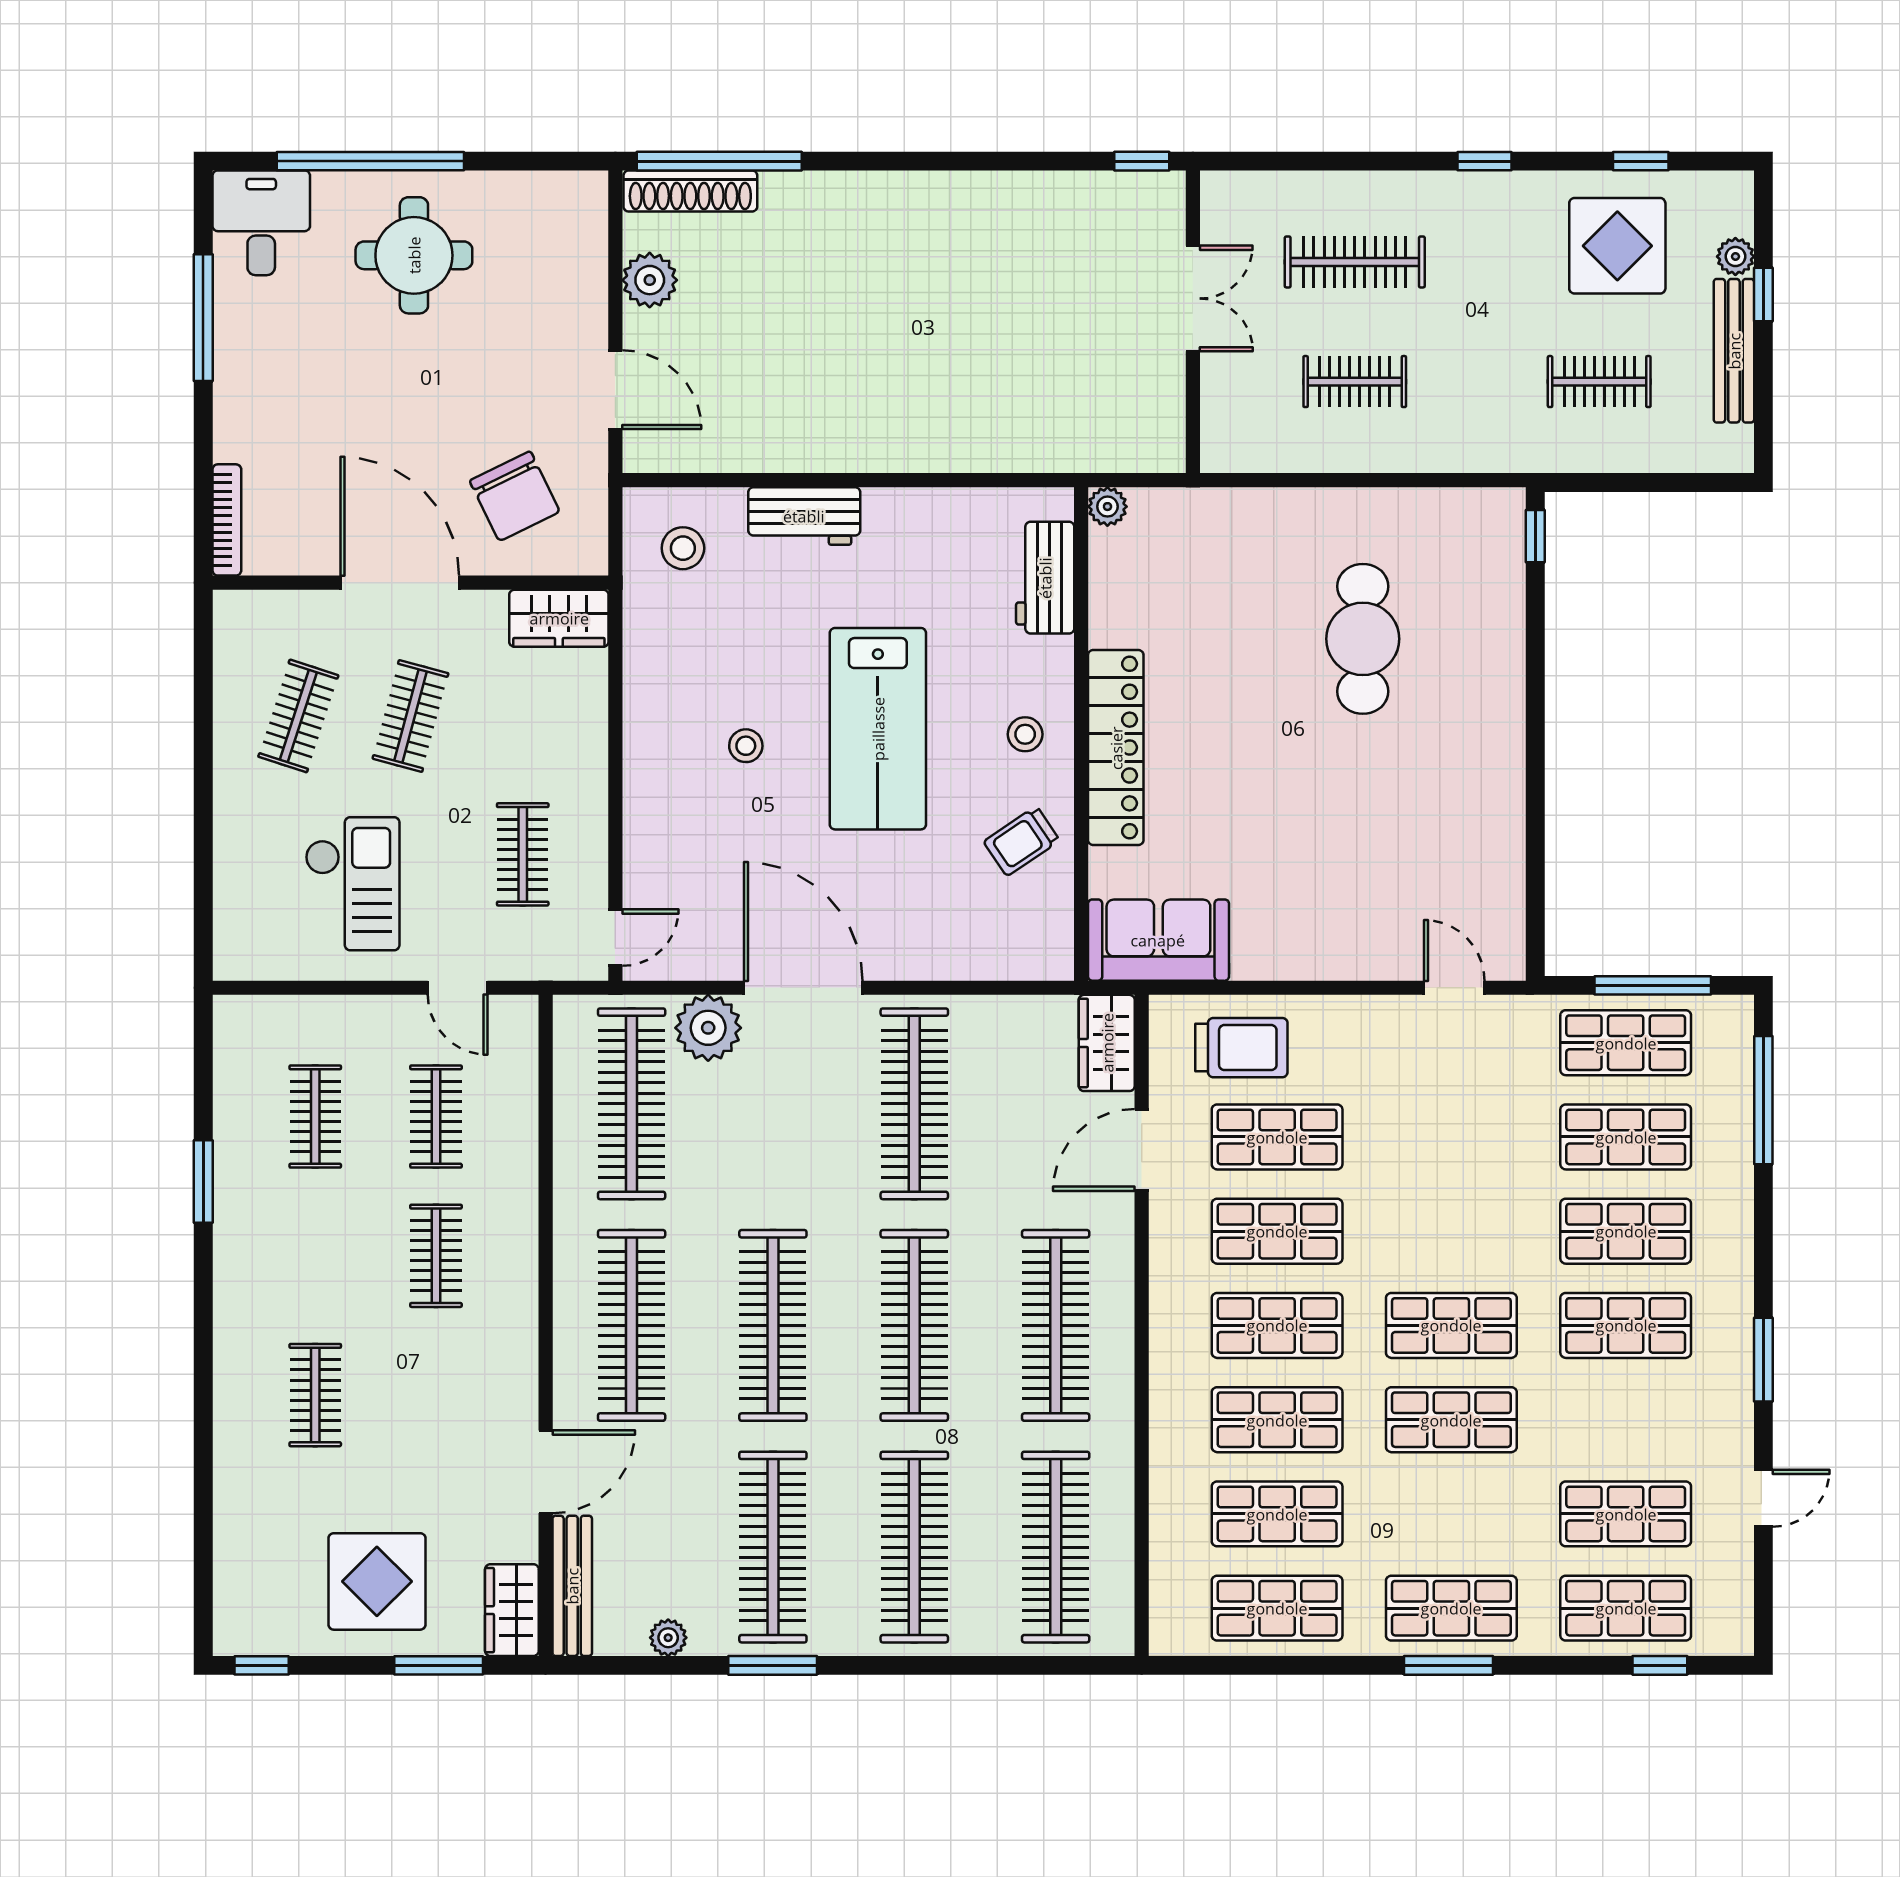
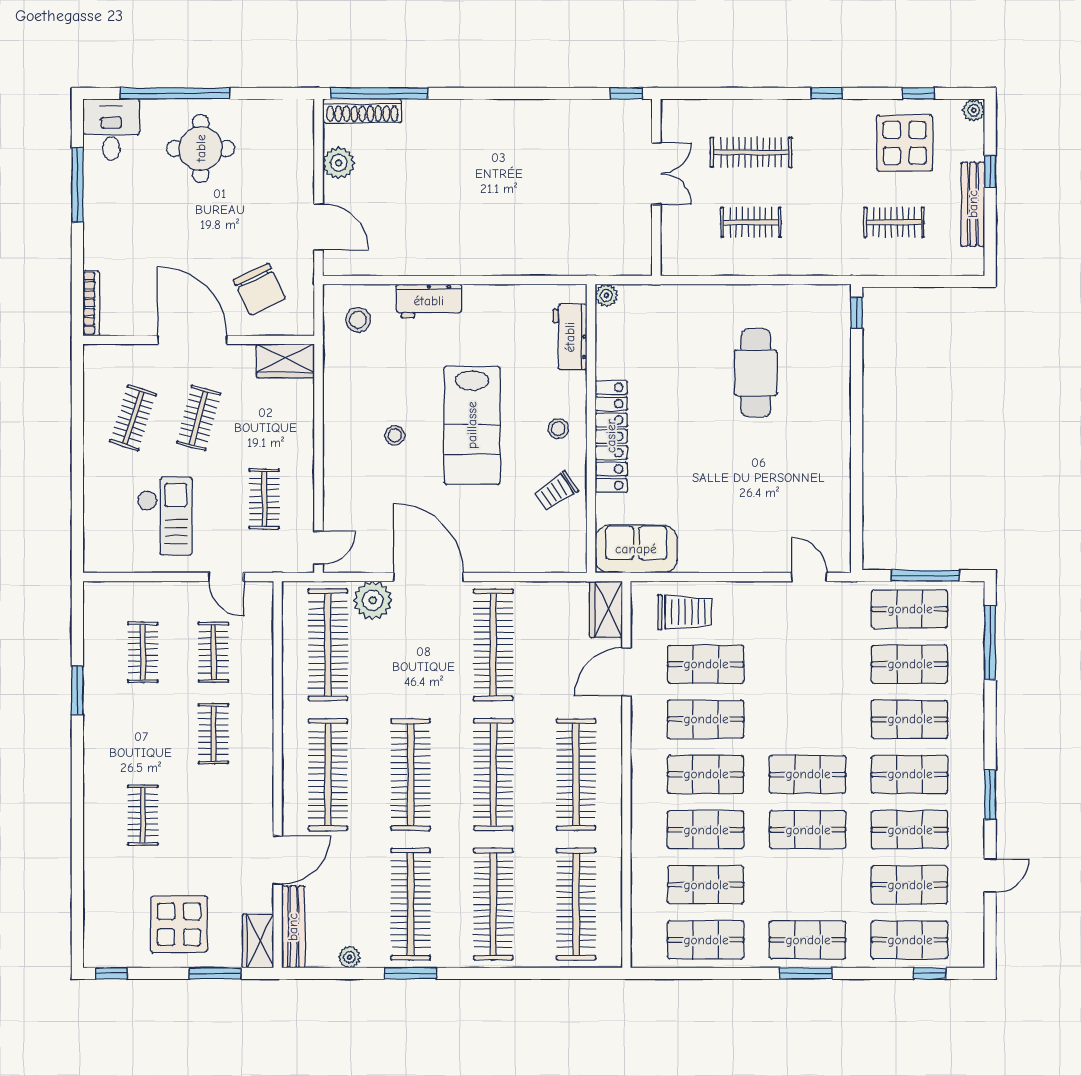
plant: (1735, 256) -> (974, 110), moved
shop shelf: (1626, 1420) -> (910, 830), added

